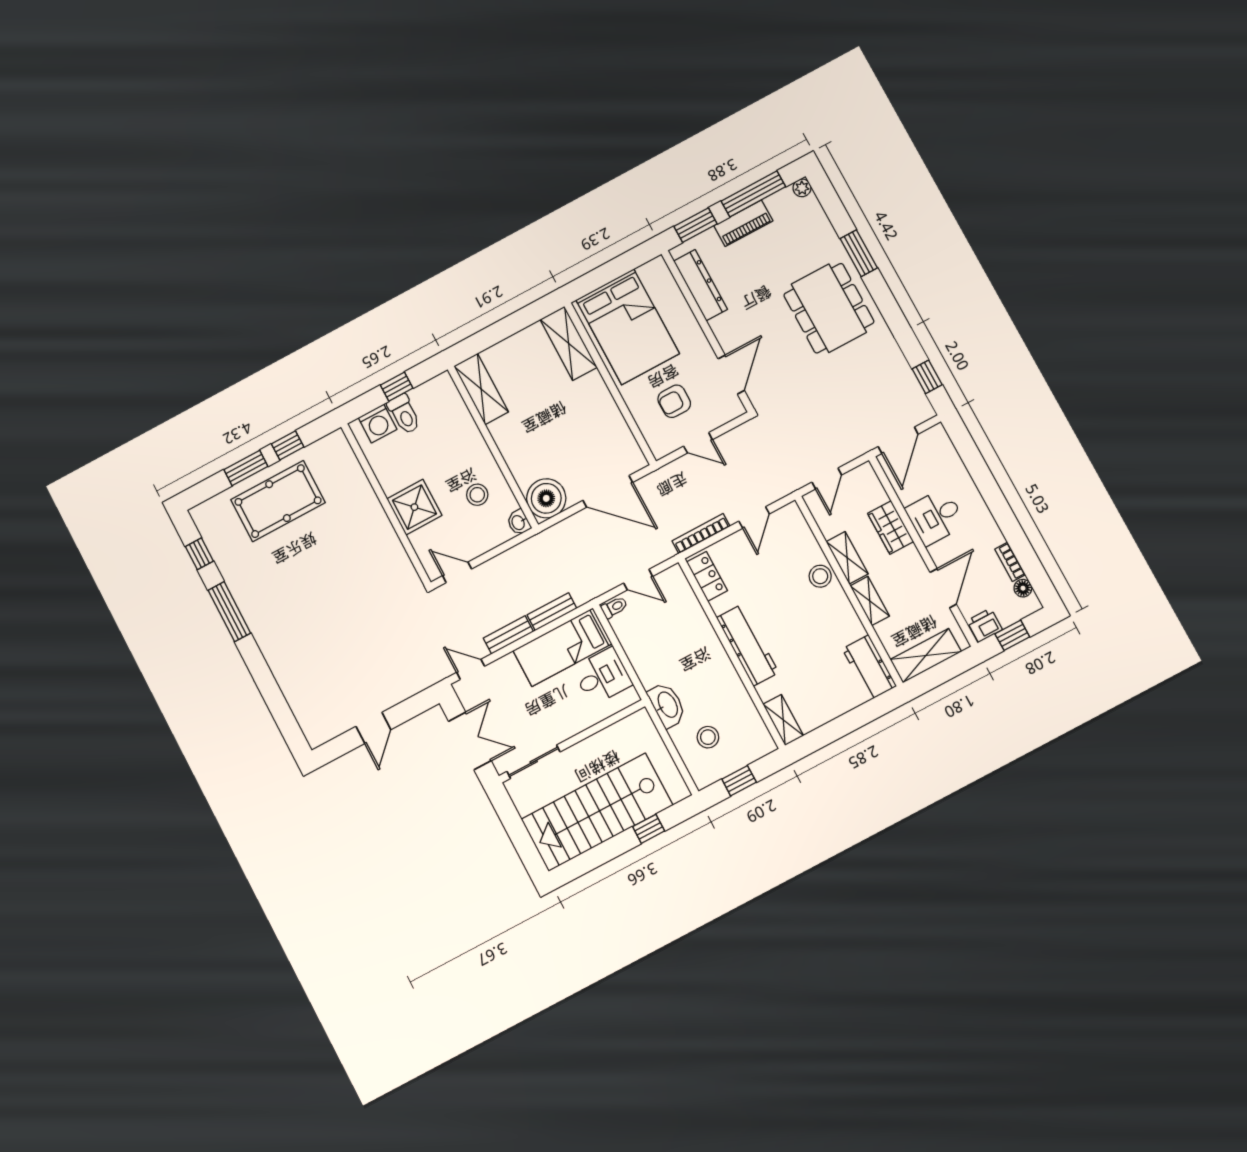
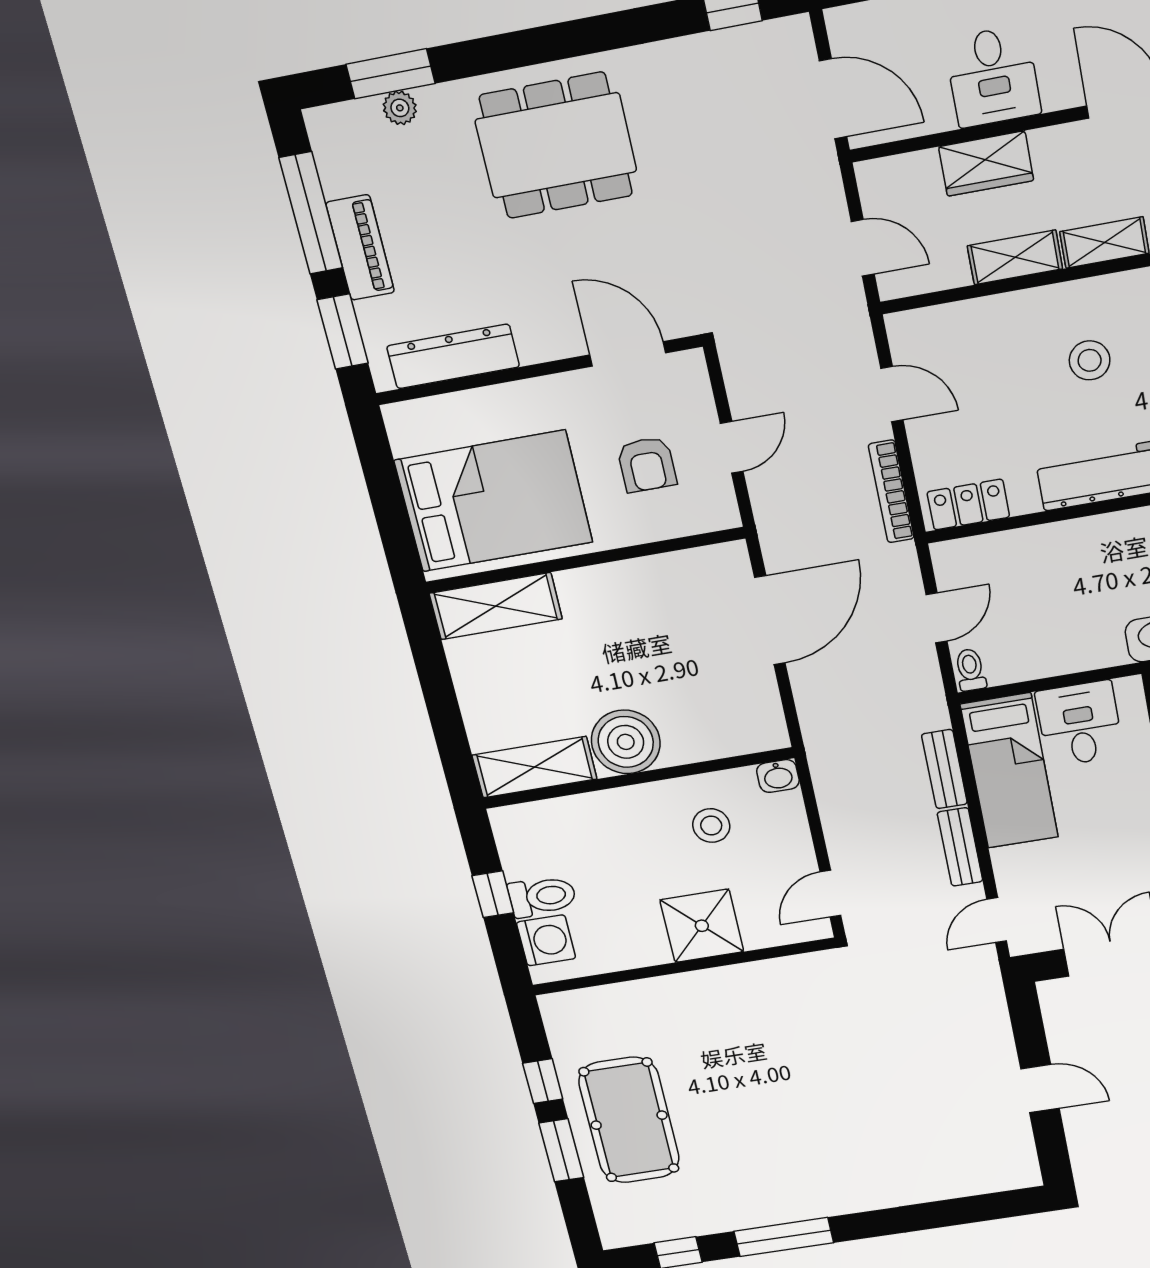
plant: (802, 188) -> (400, 108), moved
window: (859, 253) -> (391, 74), moved
boiler: (546, 498) -> (626, 742), moved
stool: (820, 576) -> (1090, 360), moved

